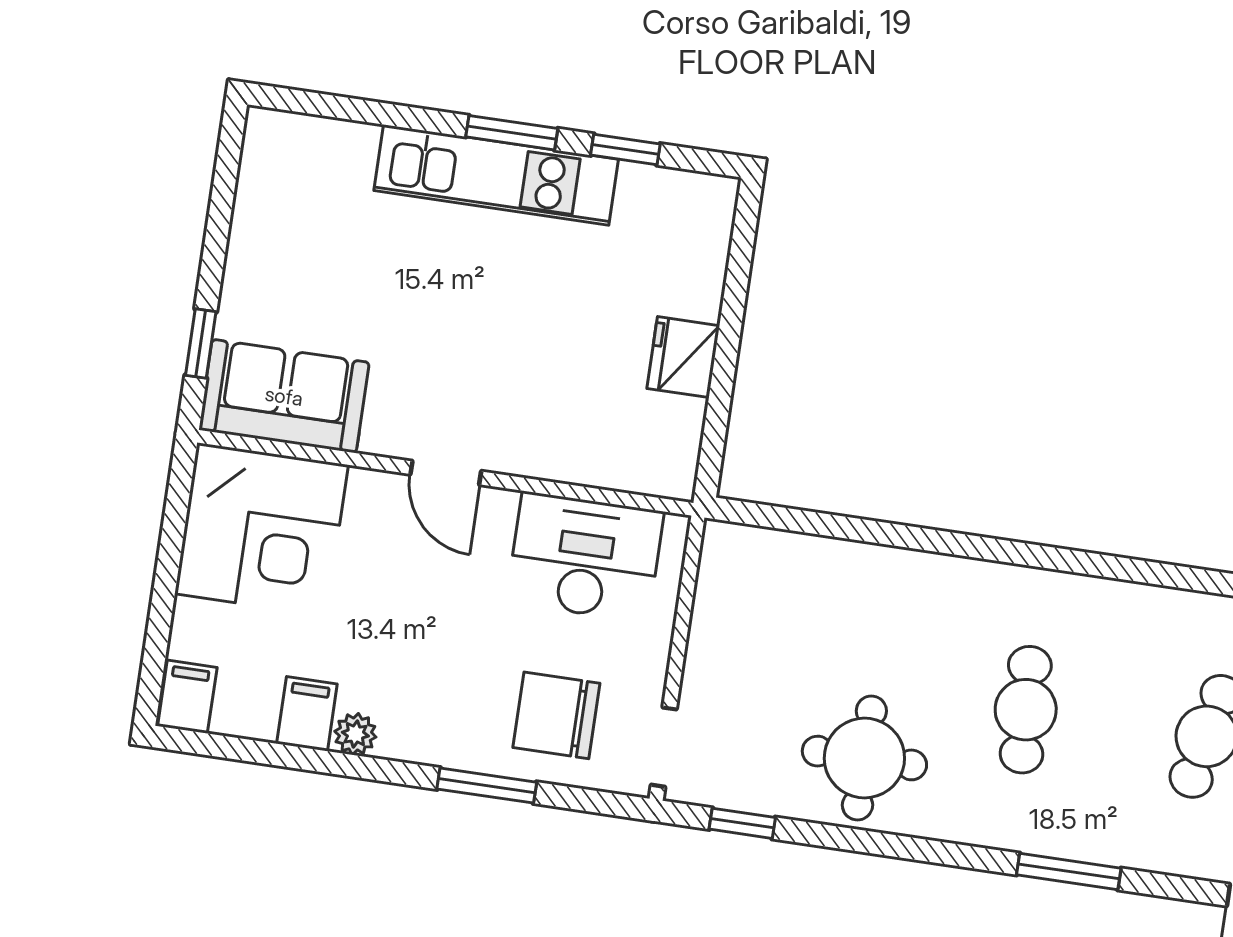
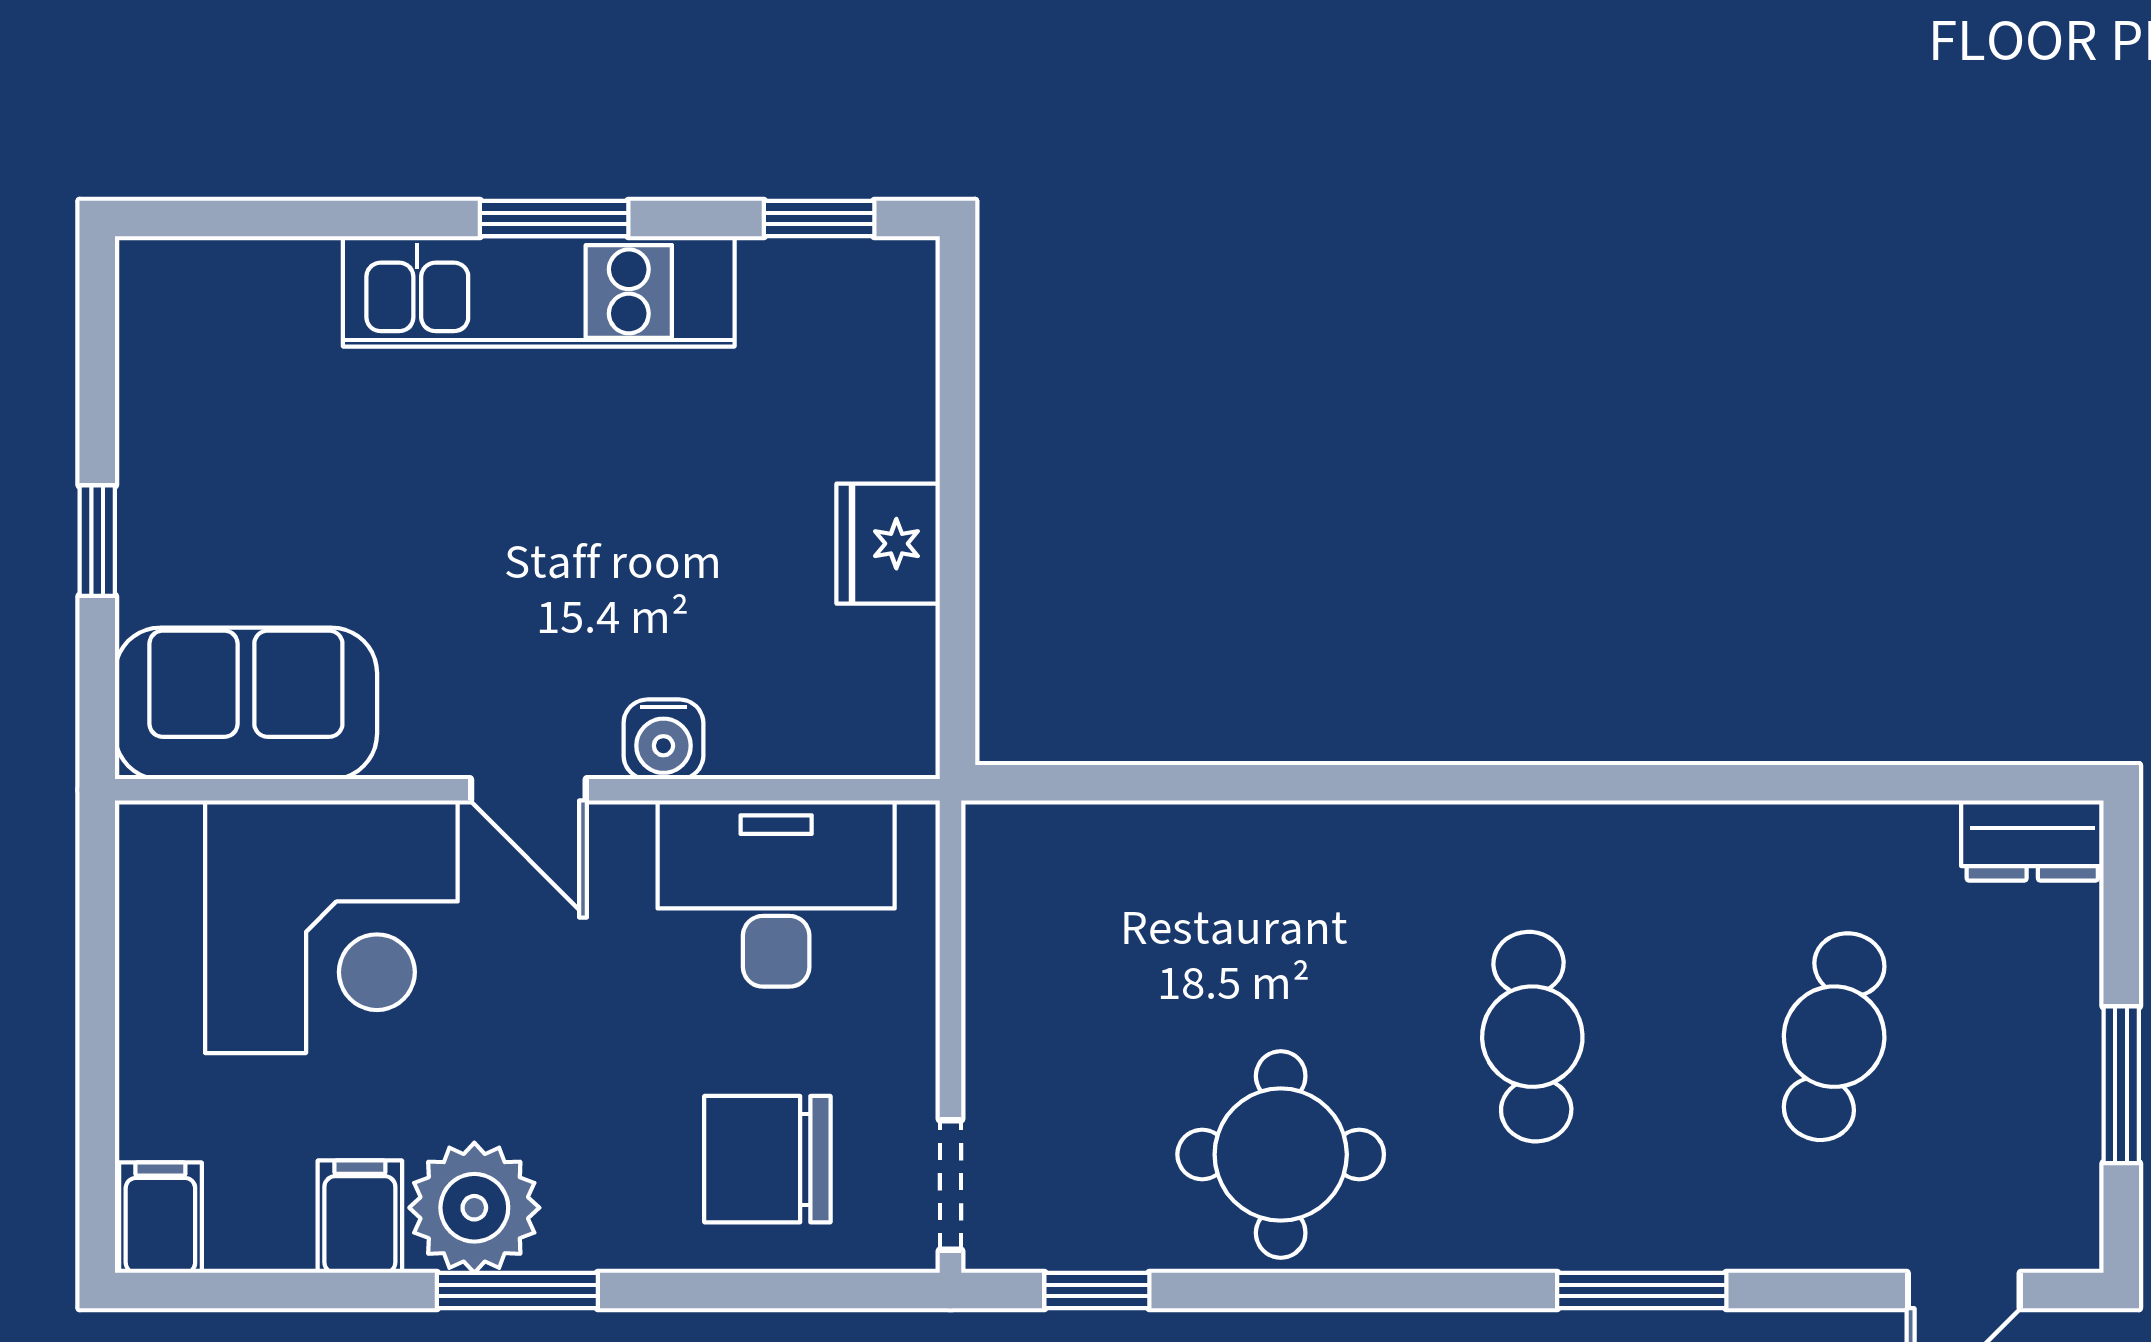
window: (625, 149) -> (819, 219), moved
window: (201, 344) -> (97, 541), moved
water cooler: (531, 455) -> (663, 739), added
corner desk: (261, 529) -> (331, 927), moved
plant: (355, 734) -> (474, 1208), width x1.88, depth x1.88
window: (487, 786) -> (517, 1291), moved

